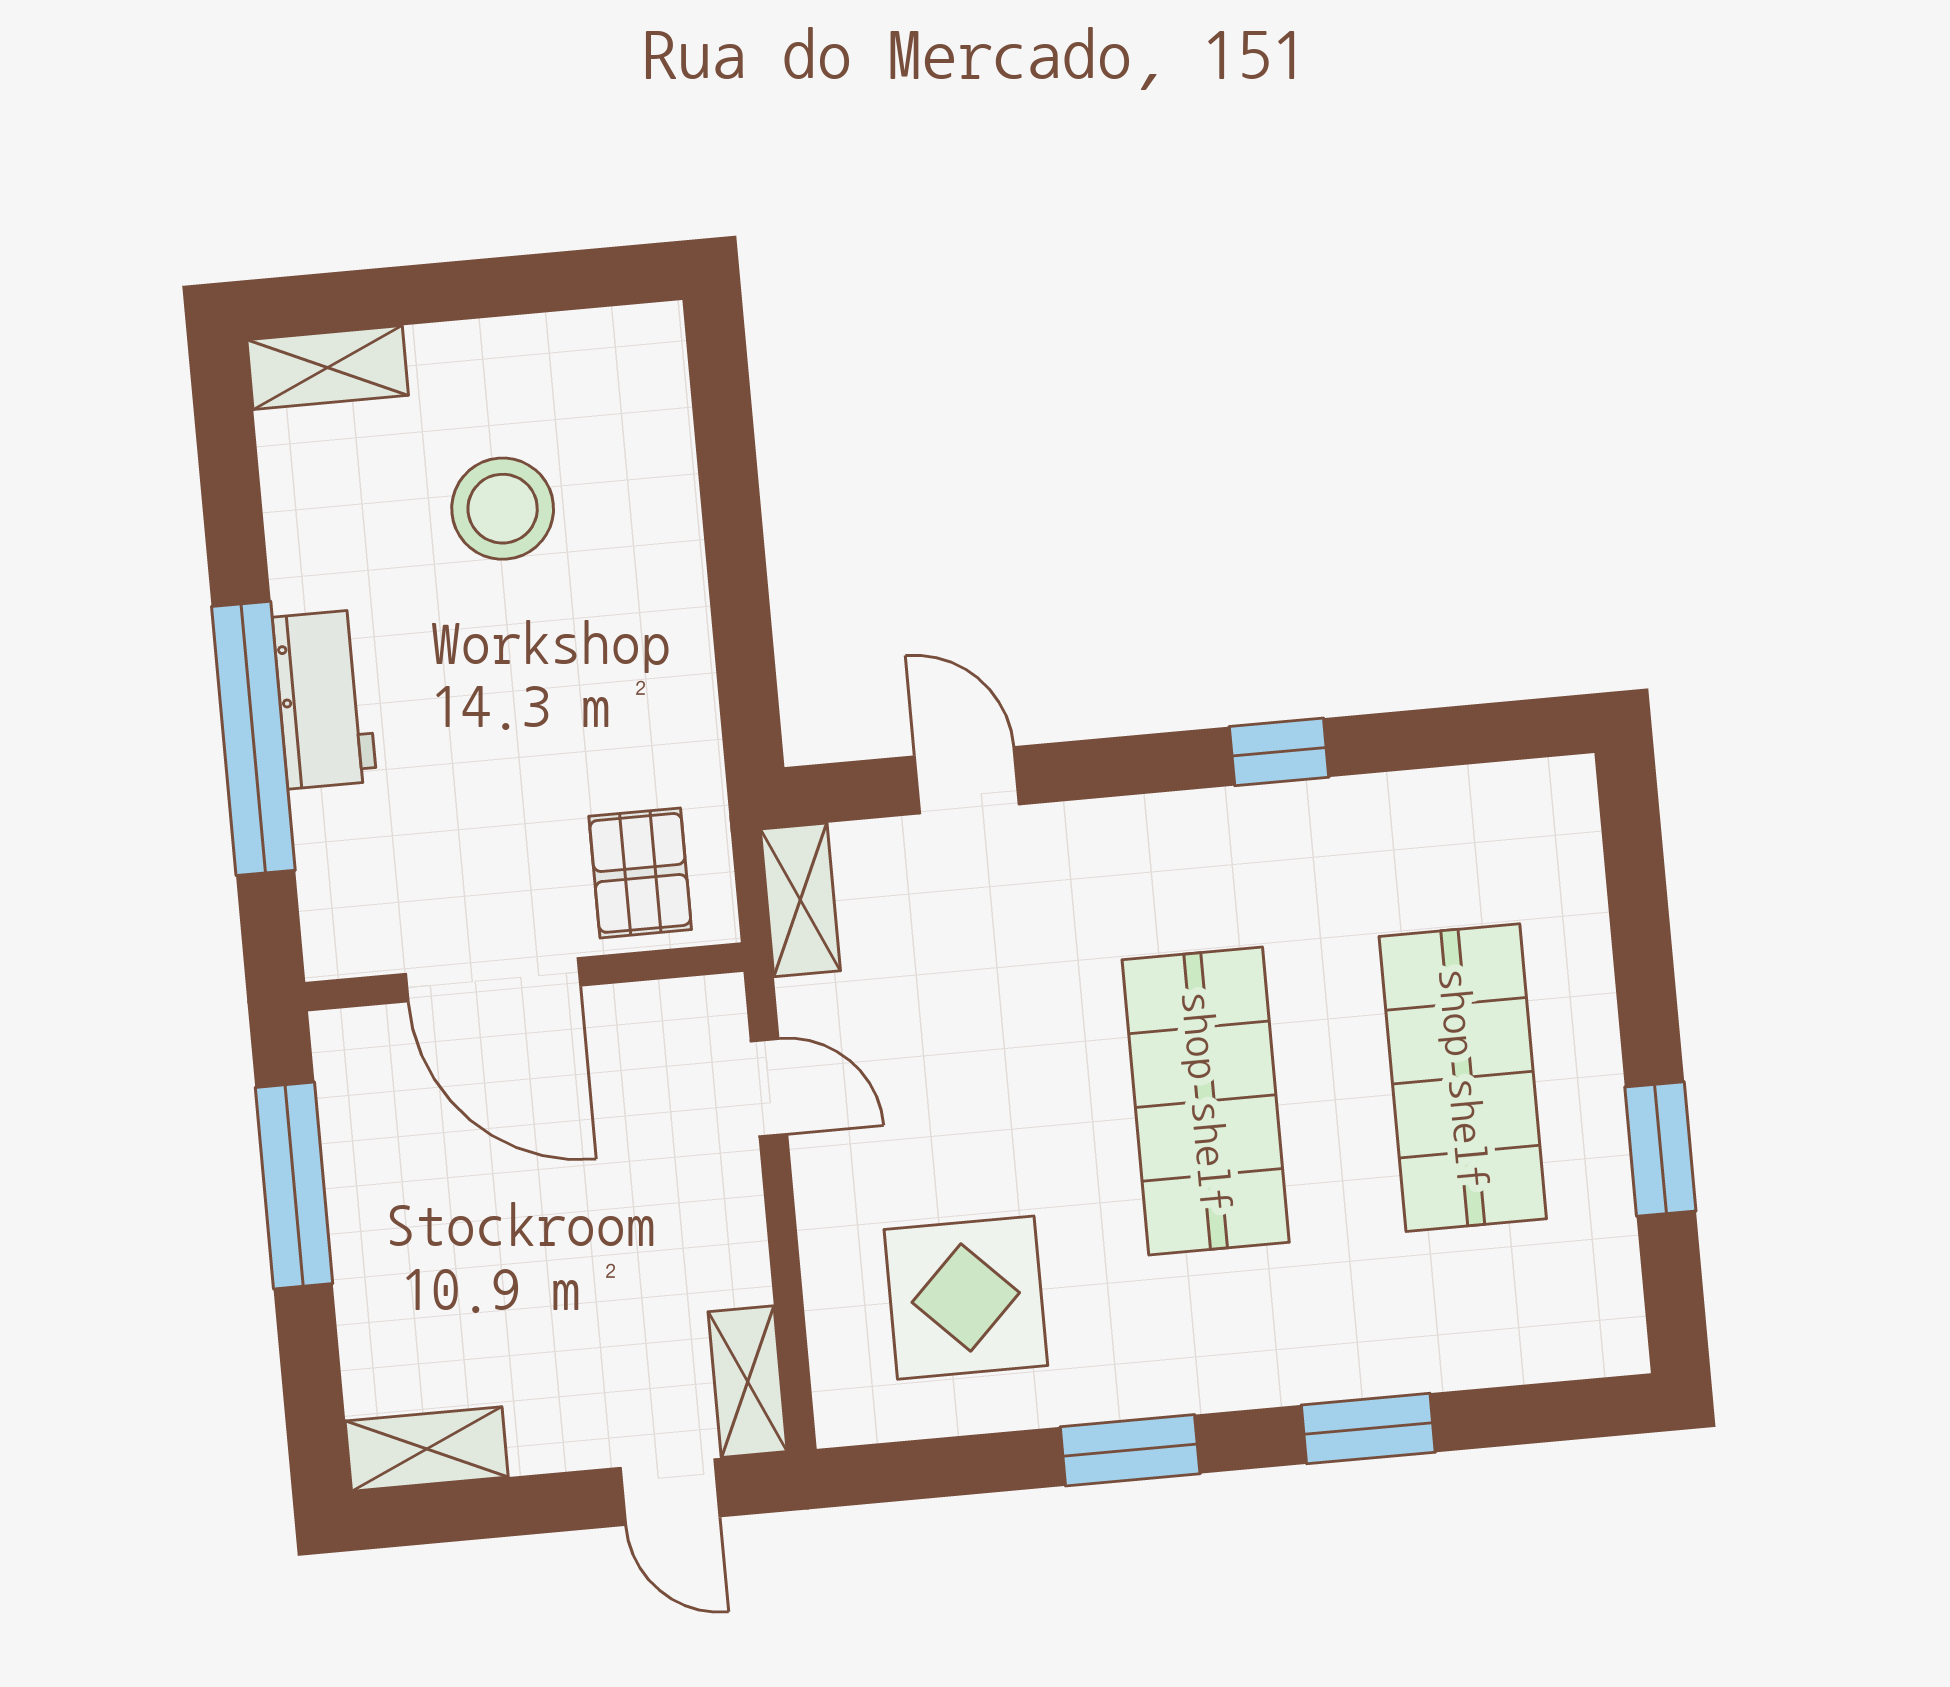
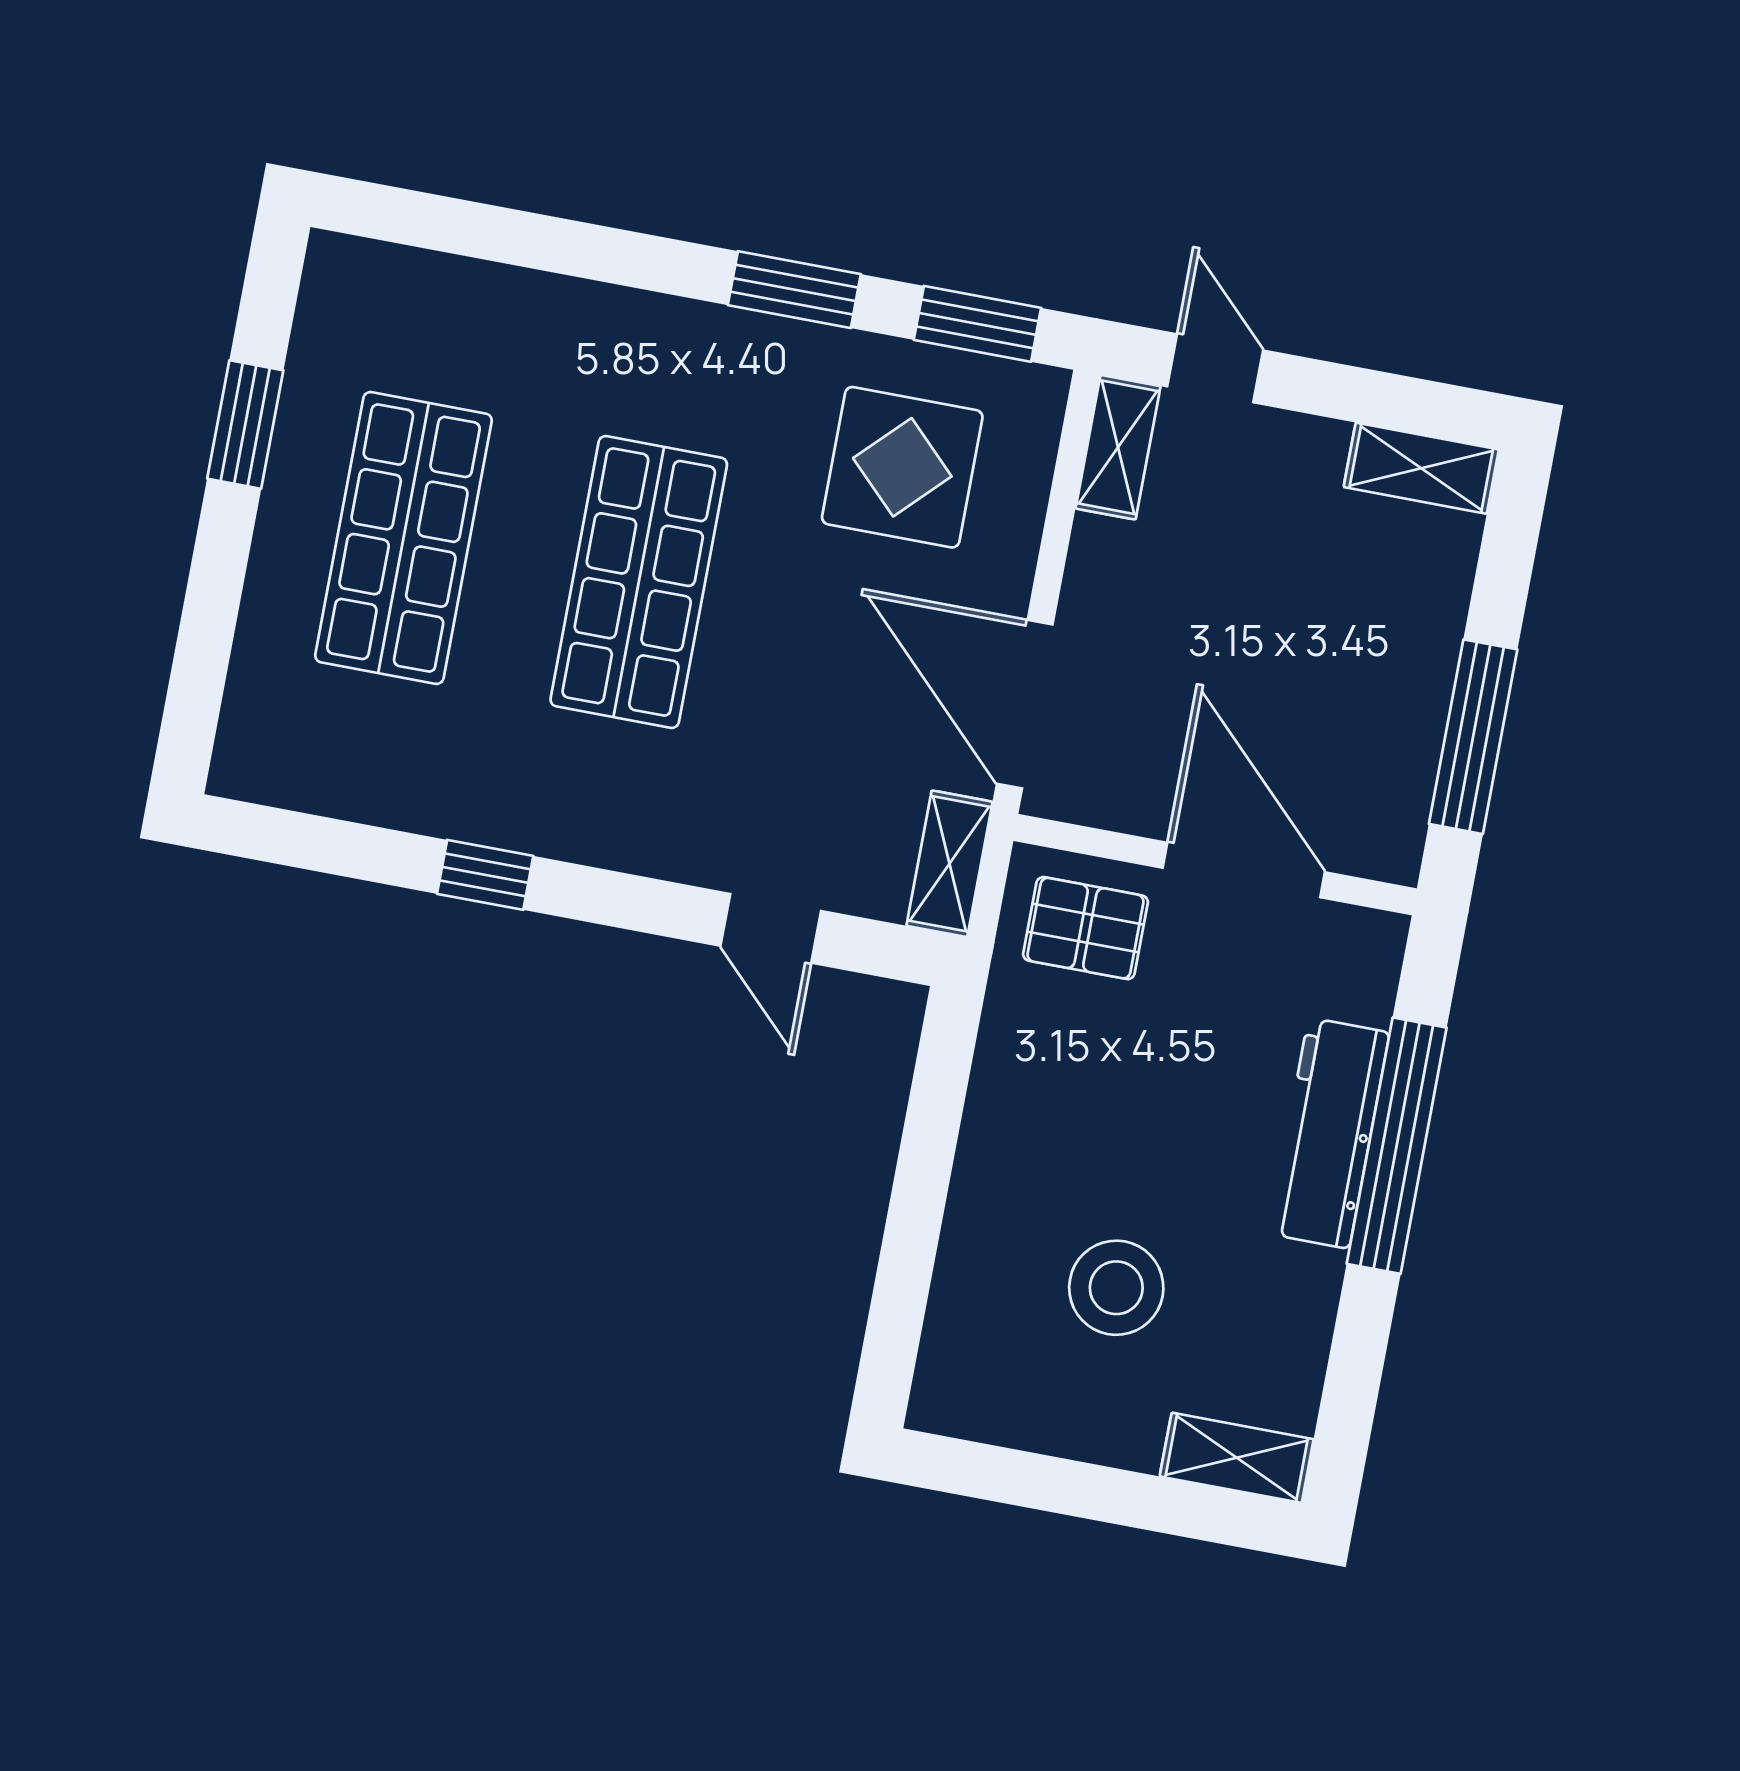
workbench: (324, 699) -> (1329, 1133), width x1.38
pallet: (640, 873) -> (1086, 928), turned 90
door: (769, 1088) -> (1025, 704), width x1.87
window: (1368, 1429) -> (977, 324), moved

